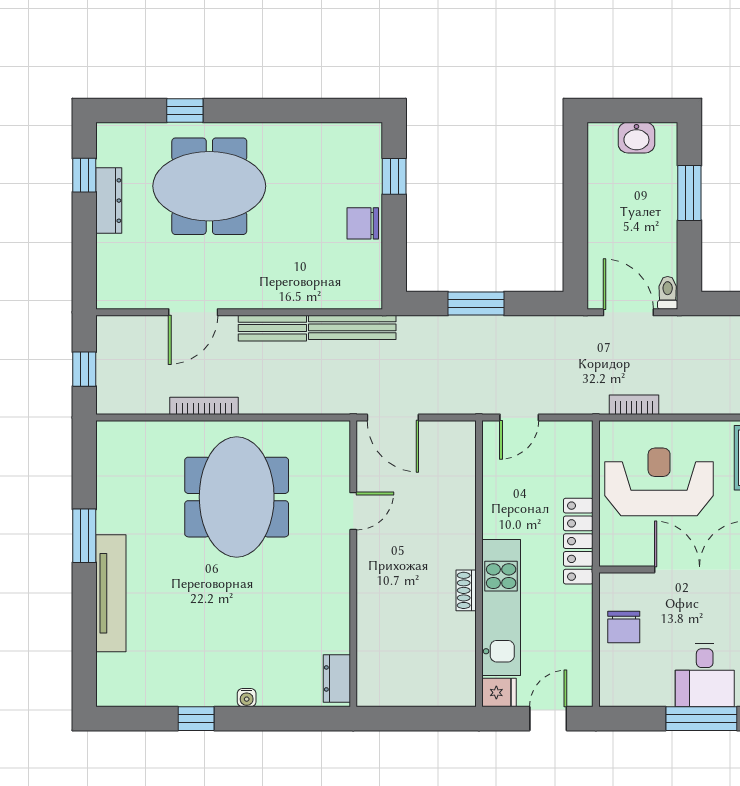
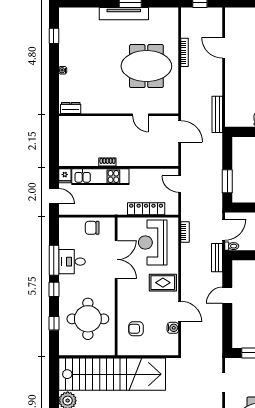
window: (476, 303) -> (227, 181), moved
bench: (272, 328) -> (217, 258), moved
door: (393, 417) -> (180, 131), swing flipped
reception desk: (659, 482) -> (153, 243), turned 180
locker: (578, 541) -> (146, 209), moved
tv unit: (111, 593) -> (124, 14), moved
window: (196, 719) -> (54, 36), moved

